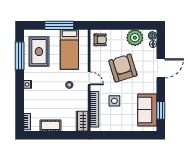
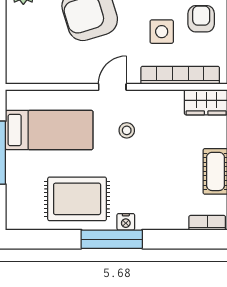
armchair: (100, 40) -> (201, 19), moved
rug: (39, 52) -> (77, 199), moved
window: (20, 56) -> (112, 239), moved

